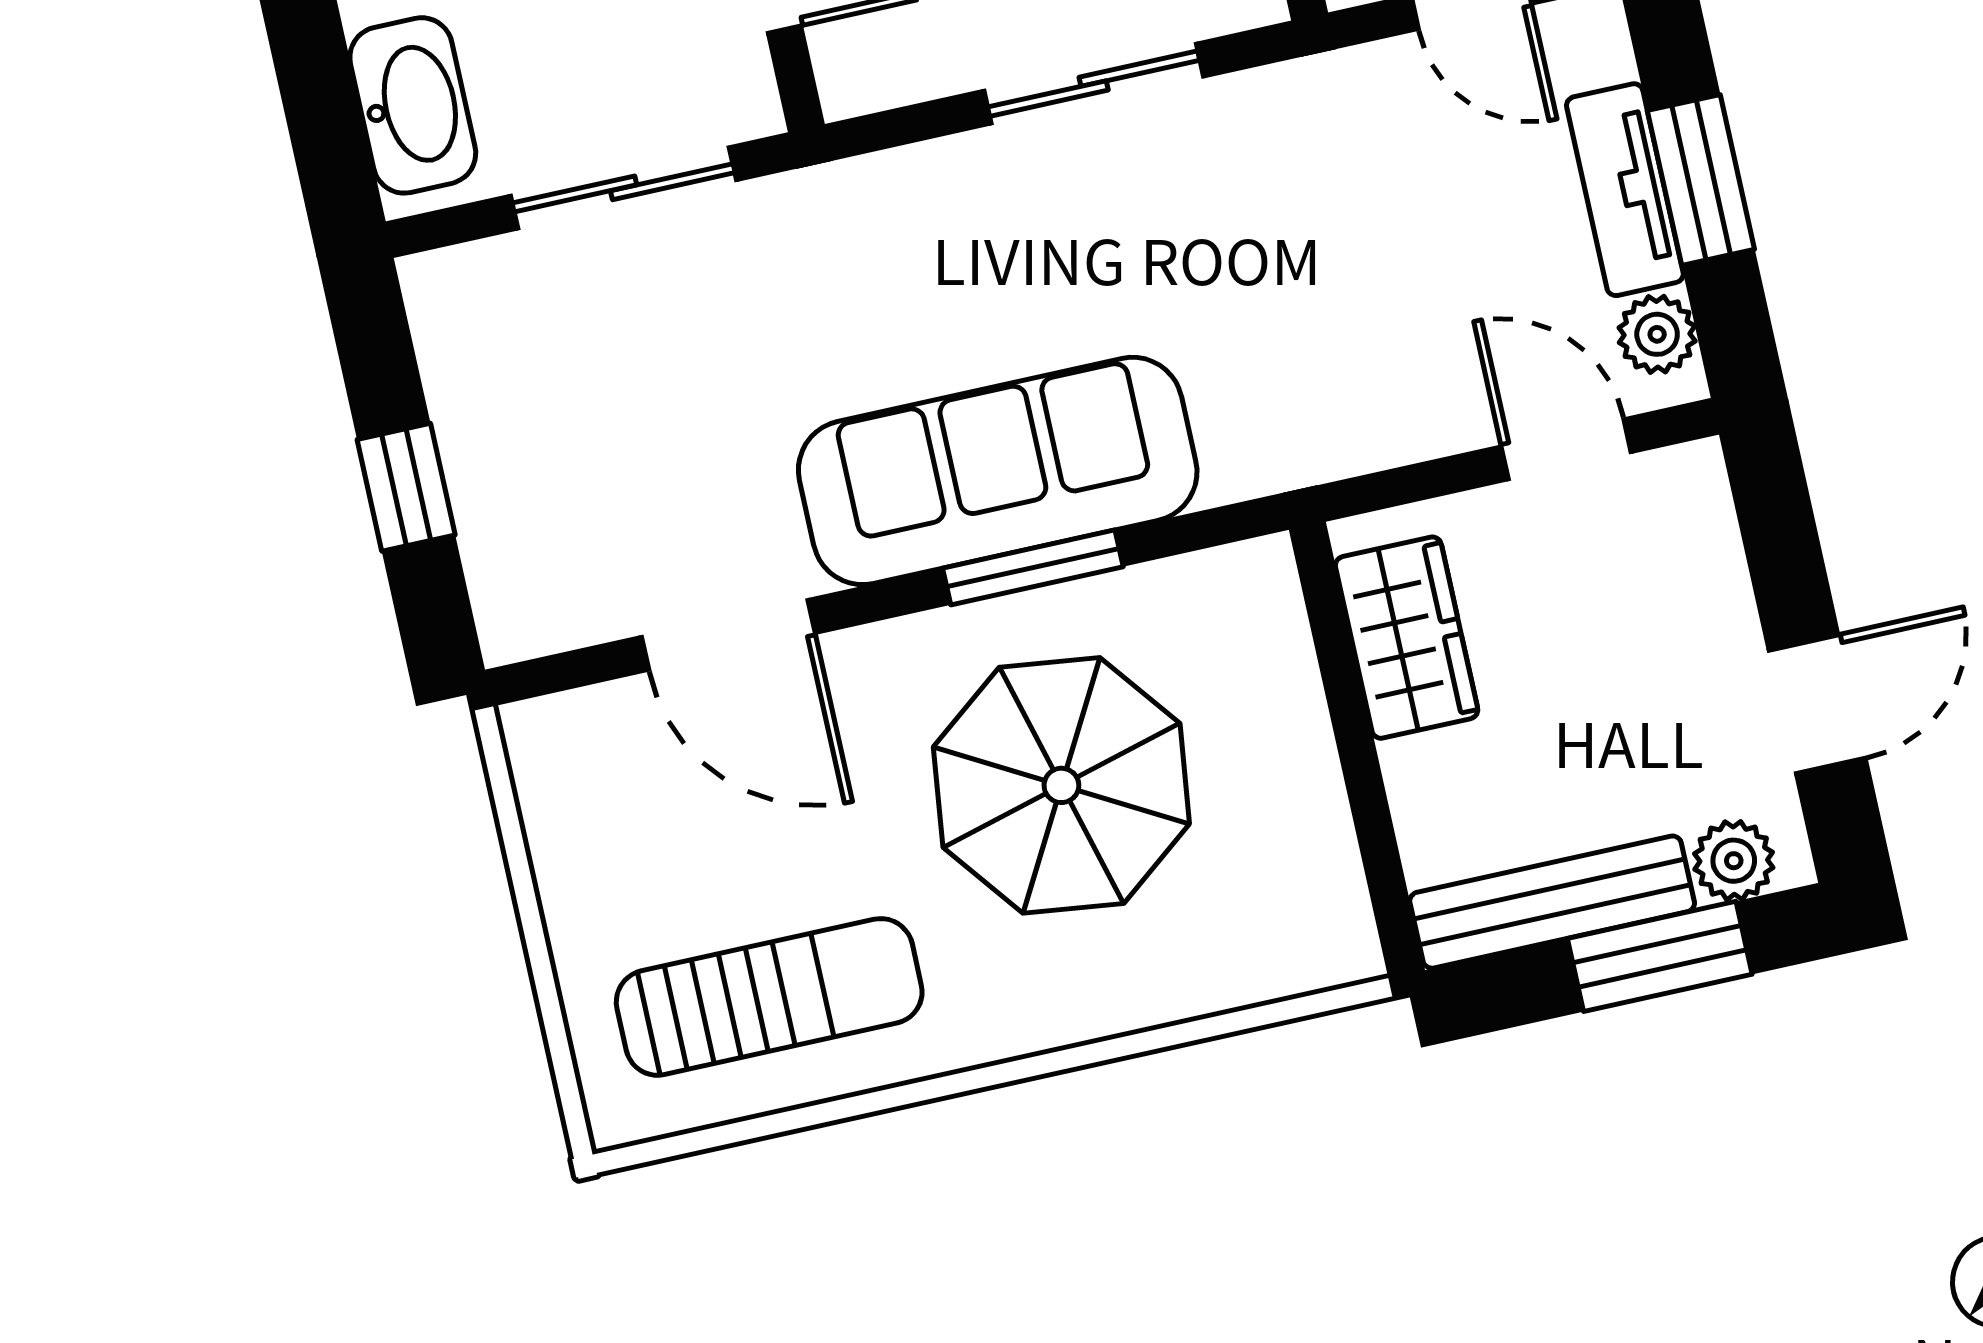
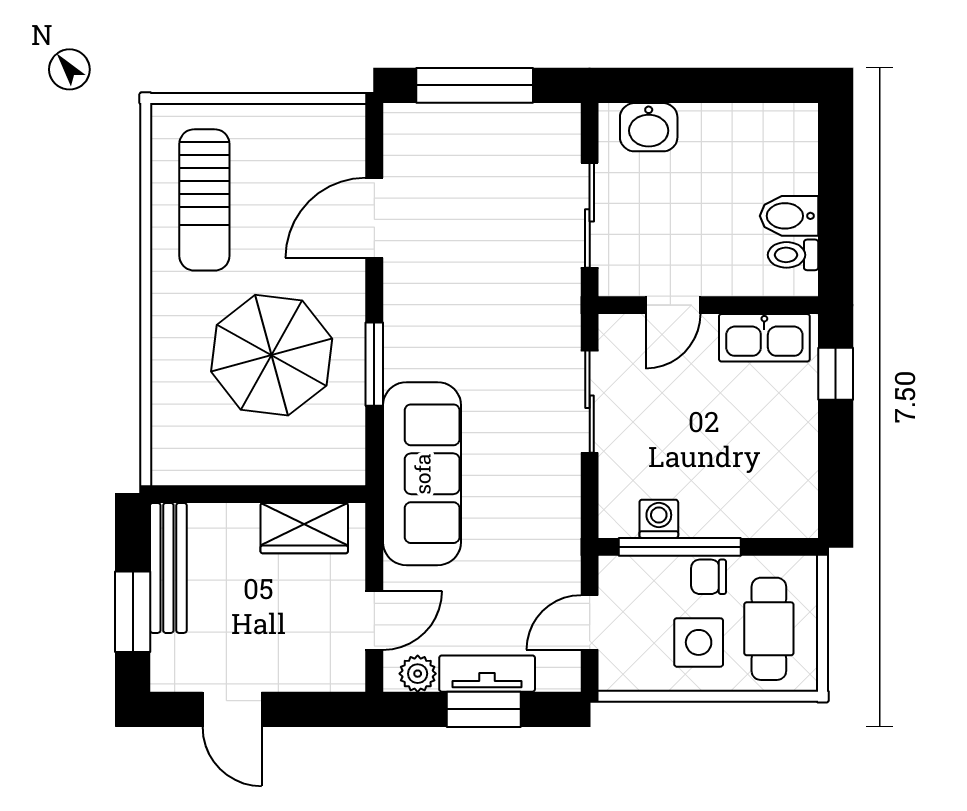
sliding door: (1094, 84) -> (590, 402), moved
washbasin: (413, 105) -> (649, 127), width x0.72
sofa: (998, 471) -> (422, 474), moved
window: (406, 487) -> (475, 85), width x2.17
plant: (1734, 861) -> (169, 655), removed

